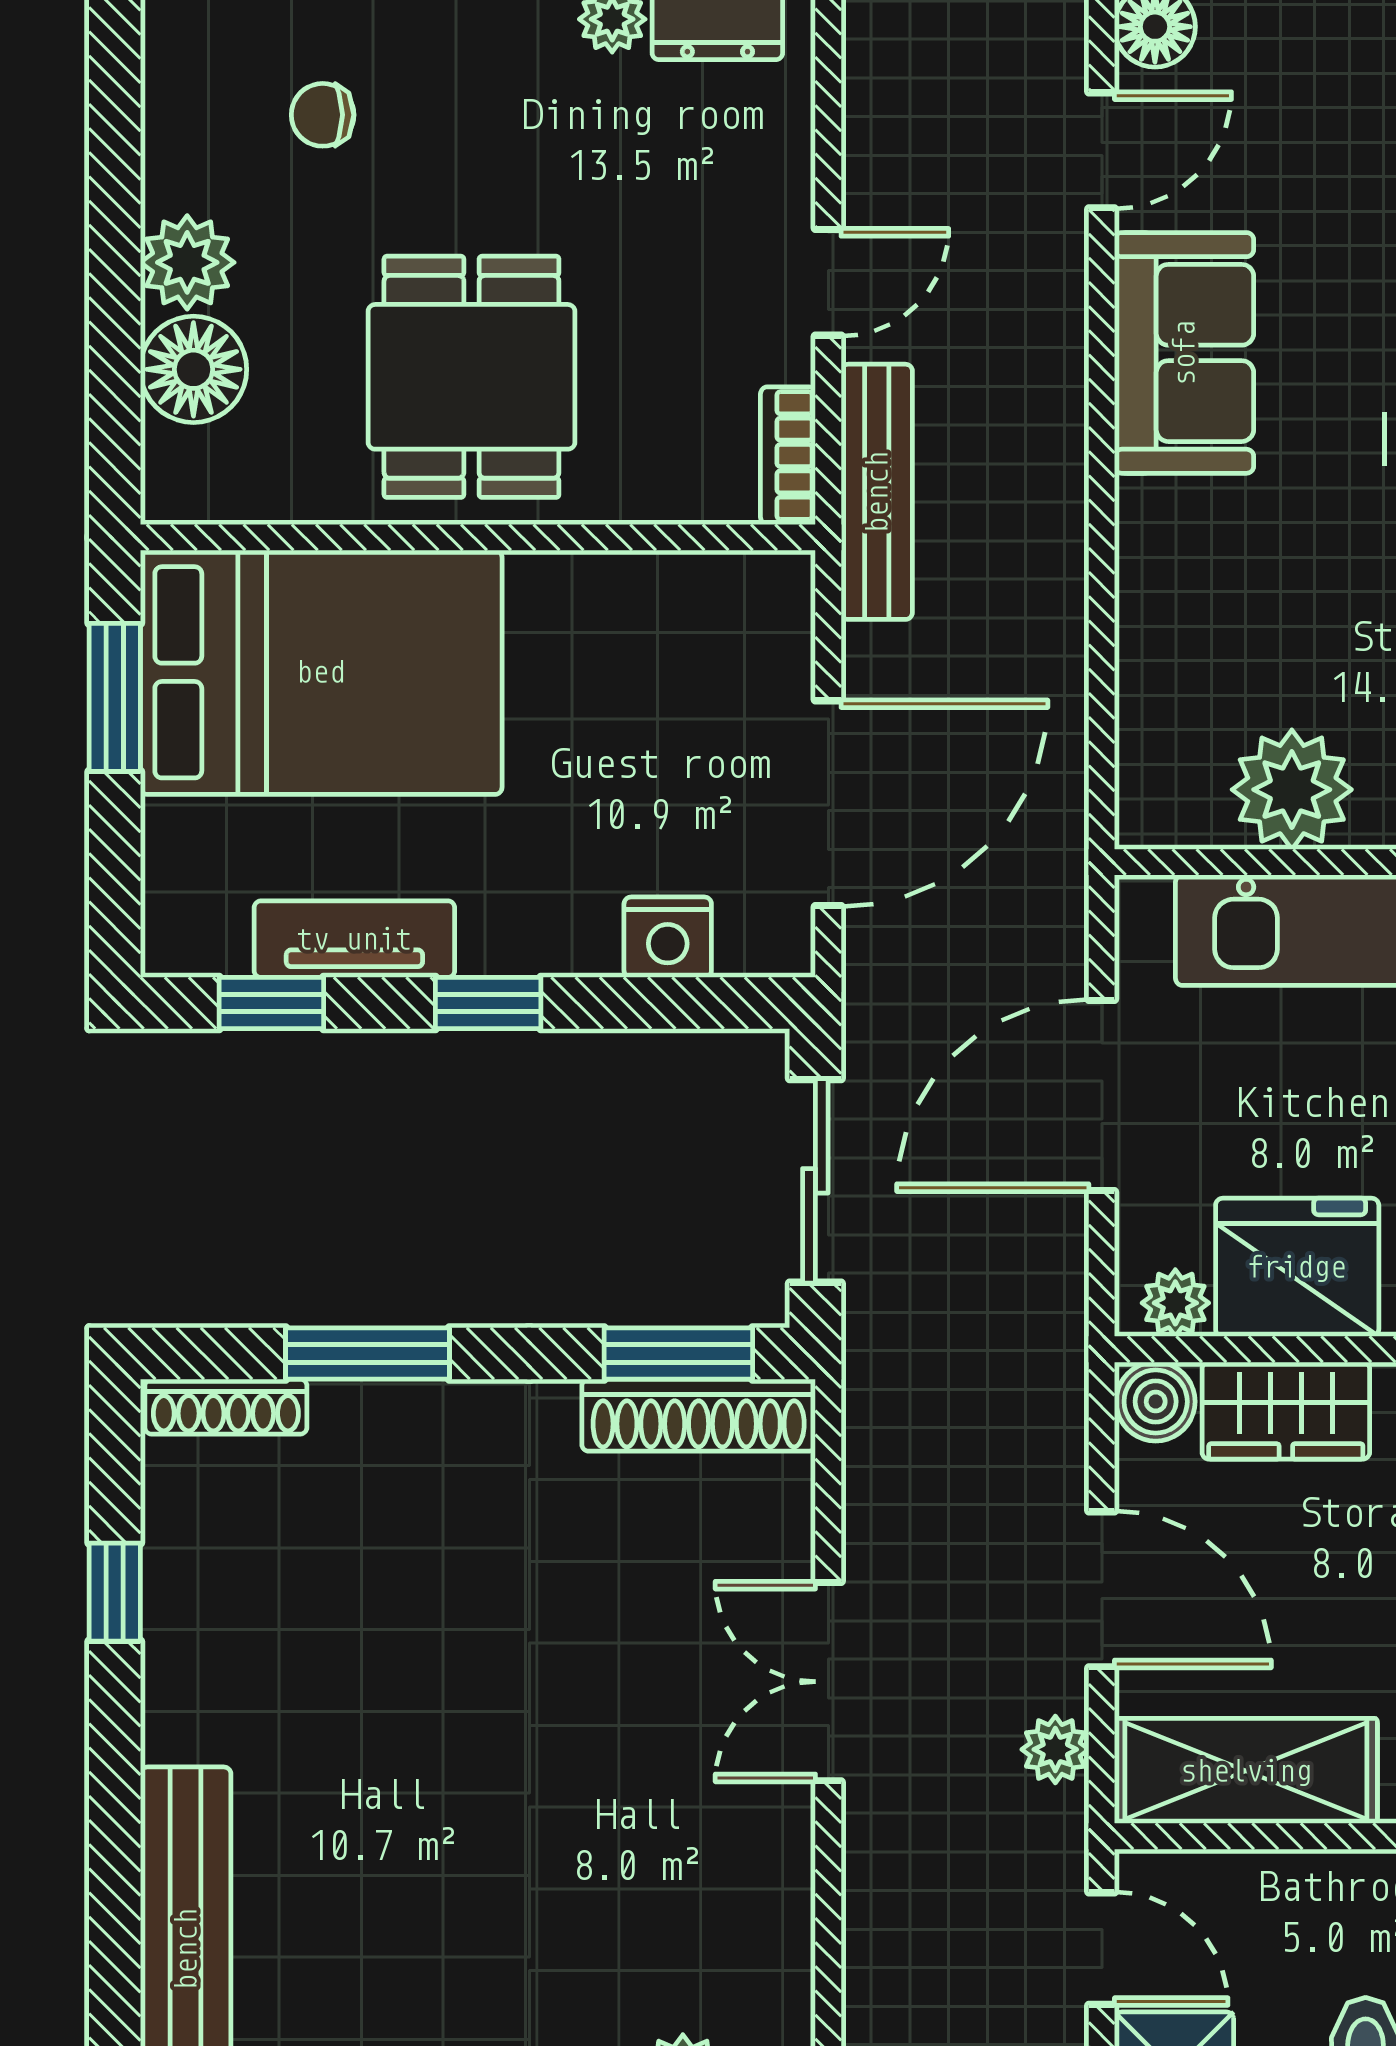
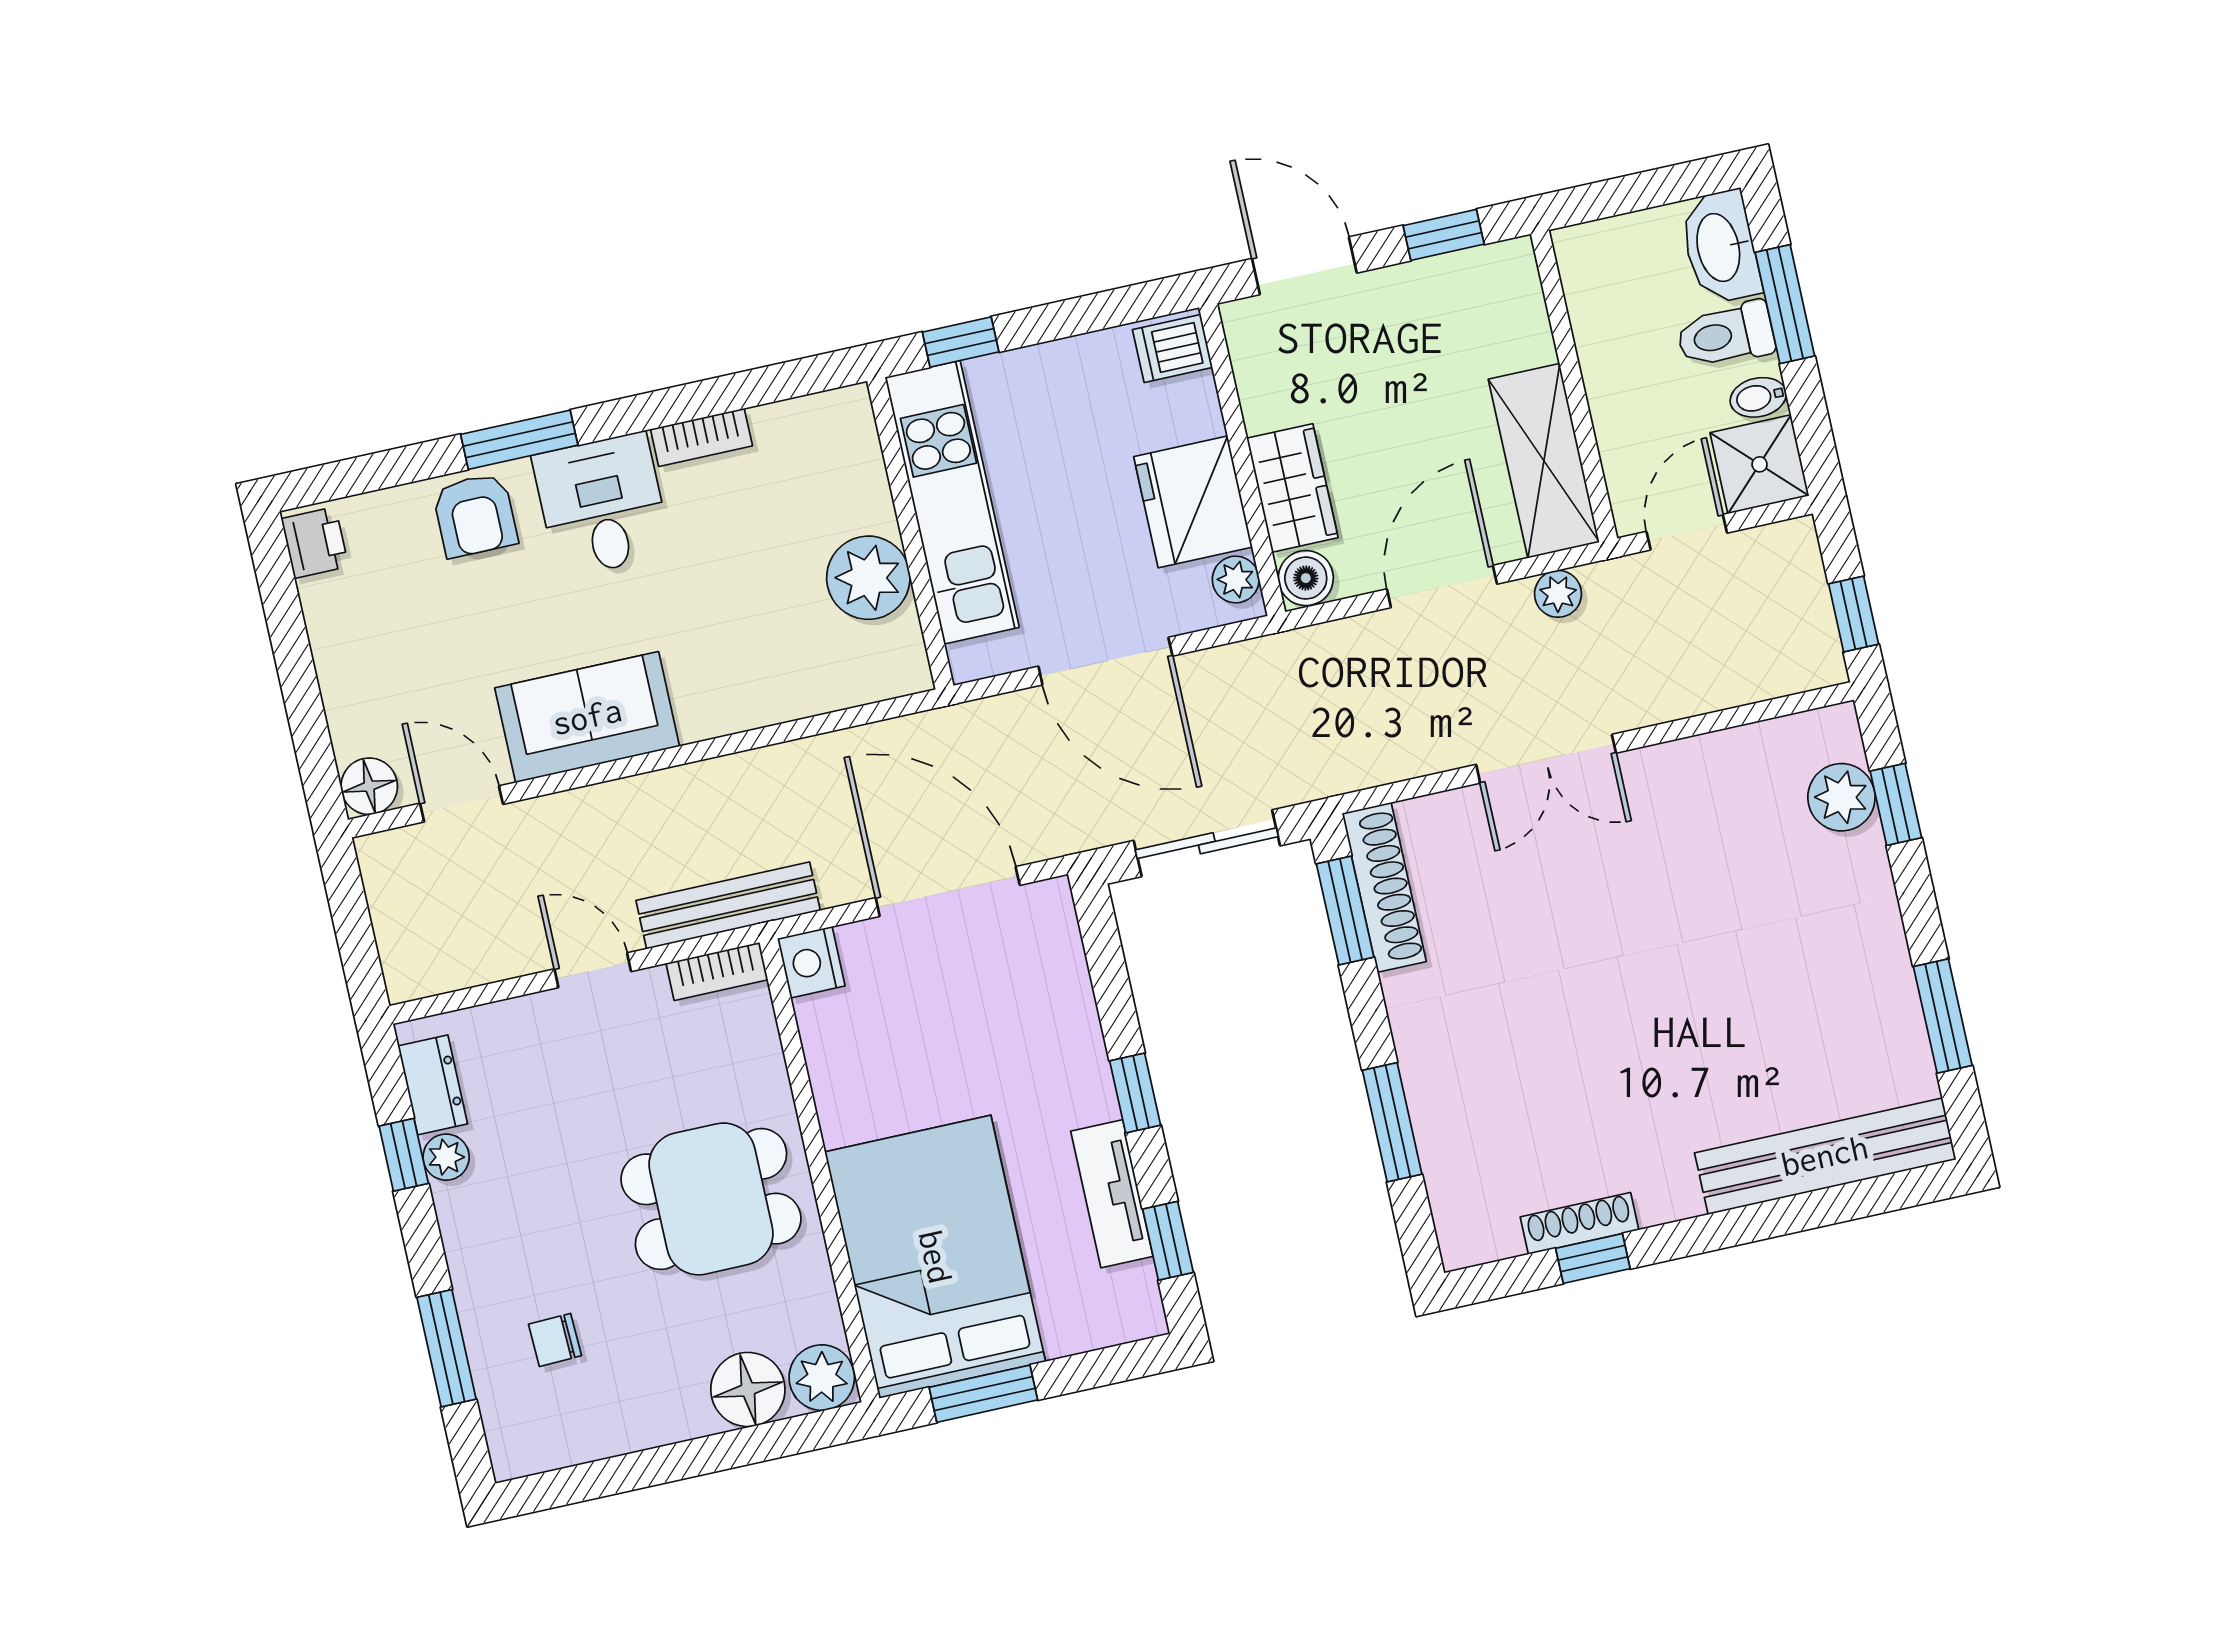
chair: (323, 115) -> (555, 1340), turned 88
plant: (187, 262) -> (822, 1378), moved
nightstand: (668, 937) -> (811, 962), moved, turned 180
shoe rack: (226, 1407) -> (1579, 1223), moved, turned -90

